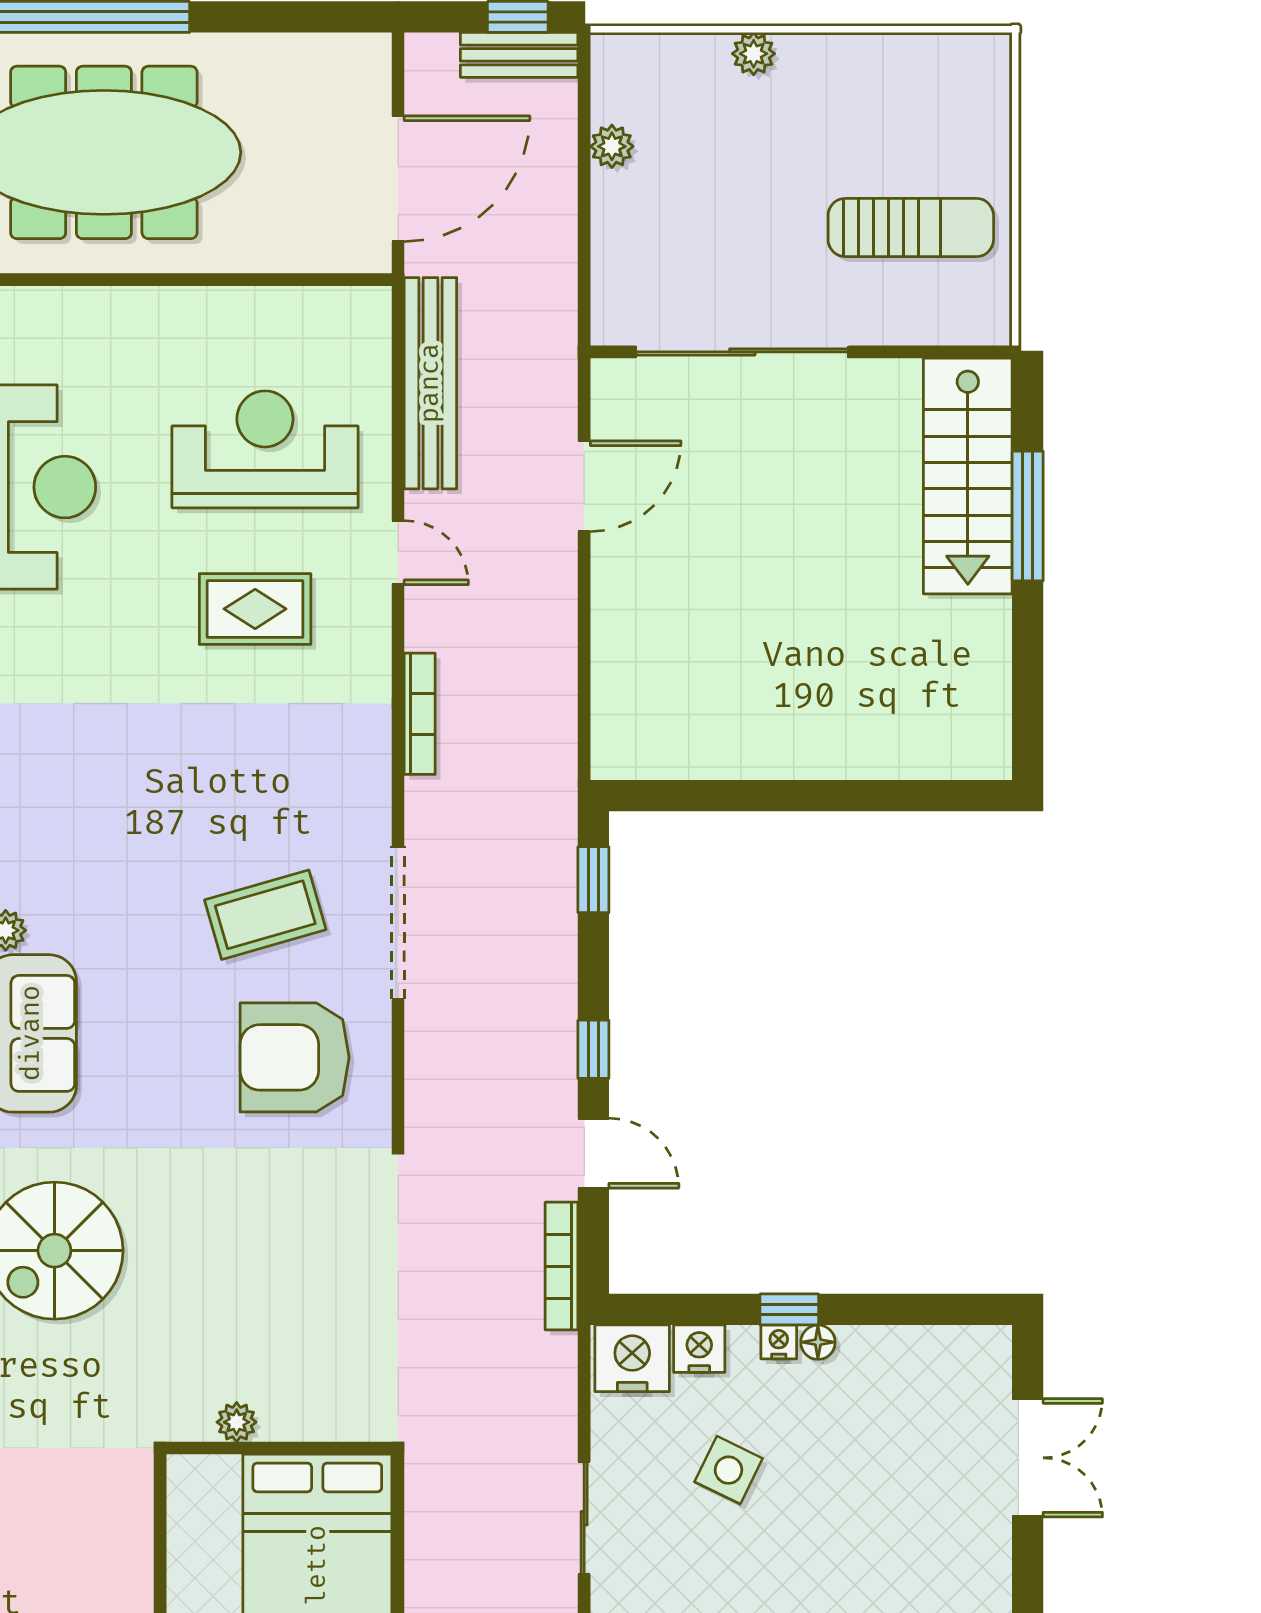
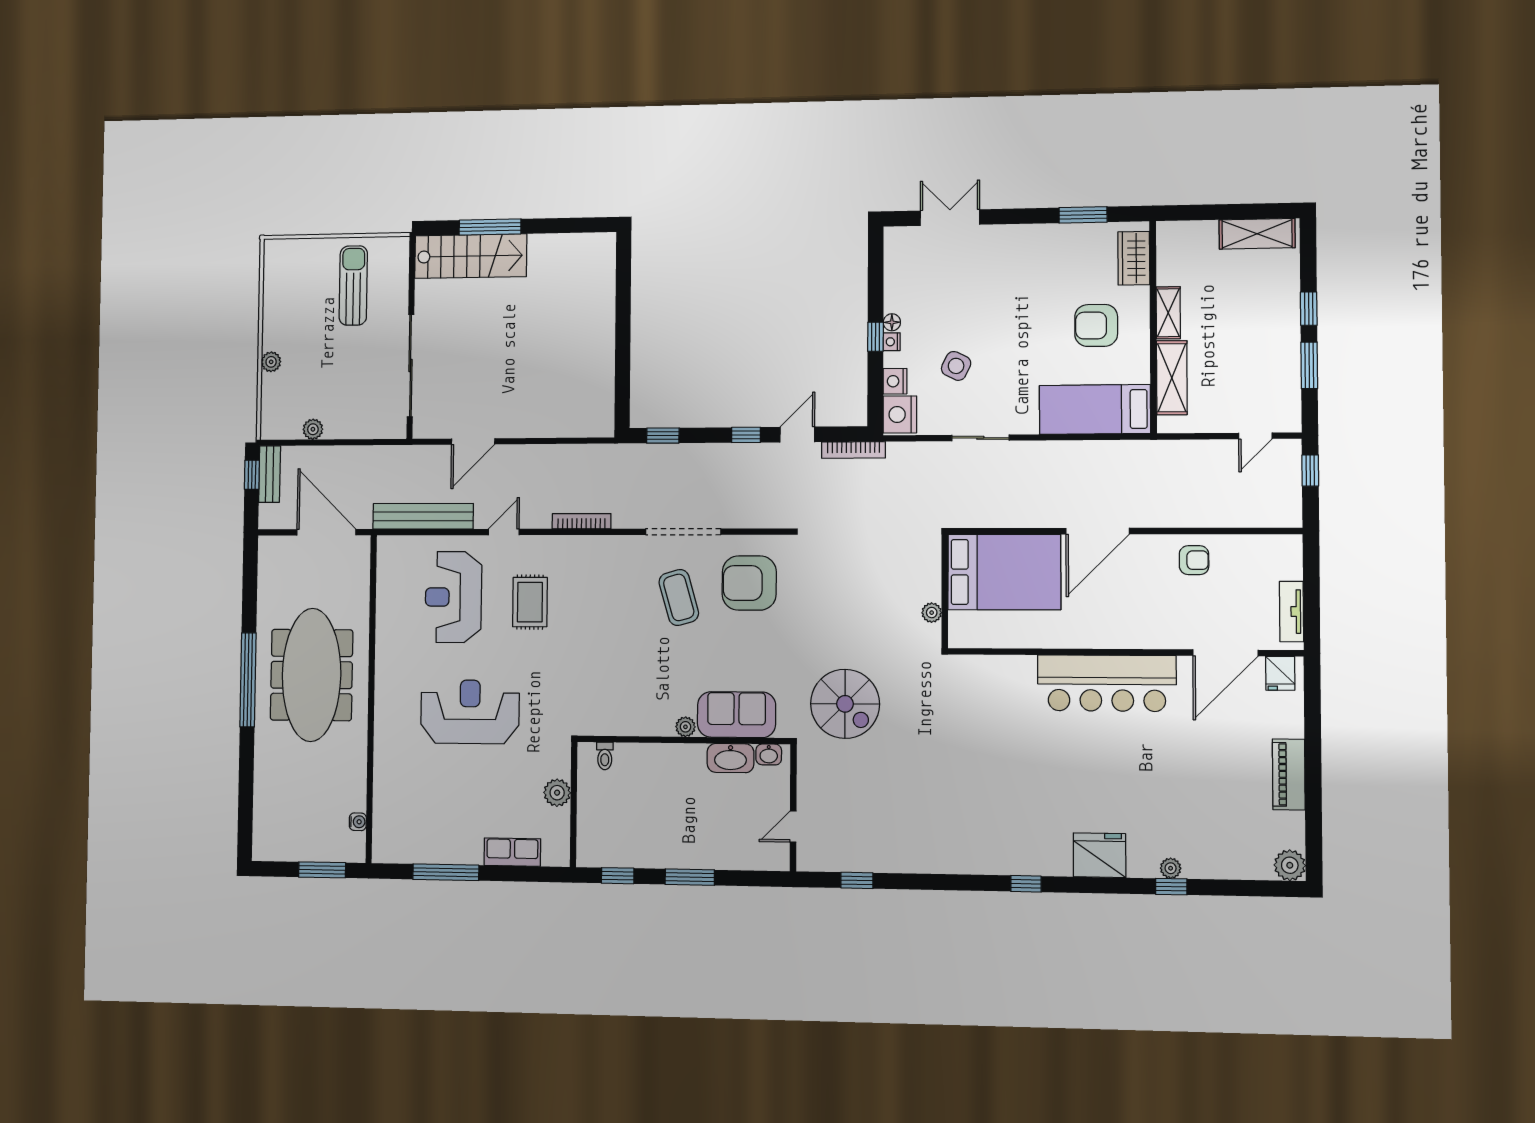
door: (584, 486) -> (473, 441), swing flipped
armchair: (295, 1057) -> (749, 583), turned 90

